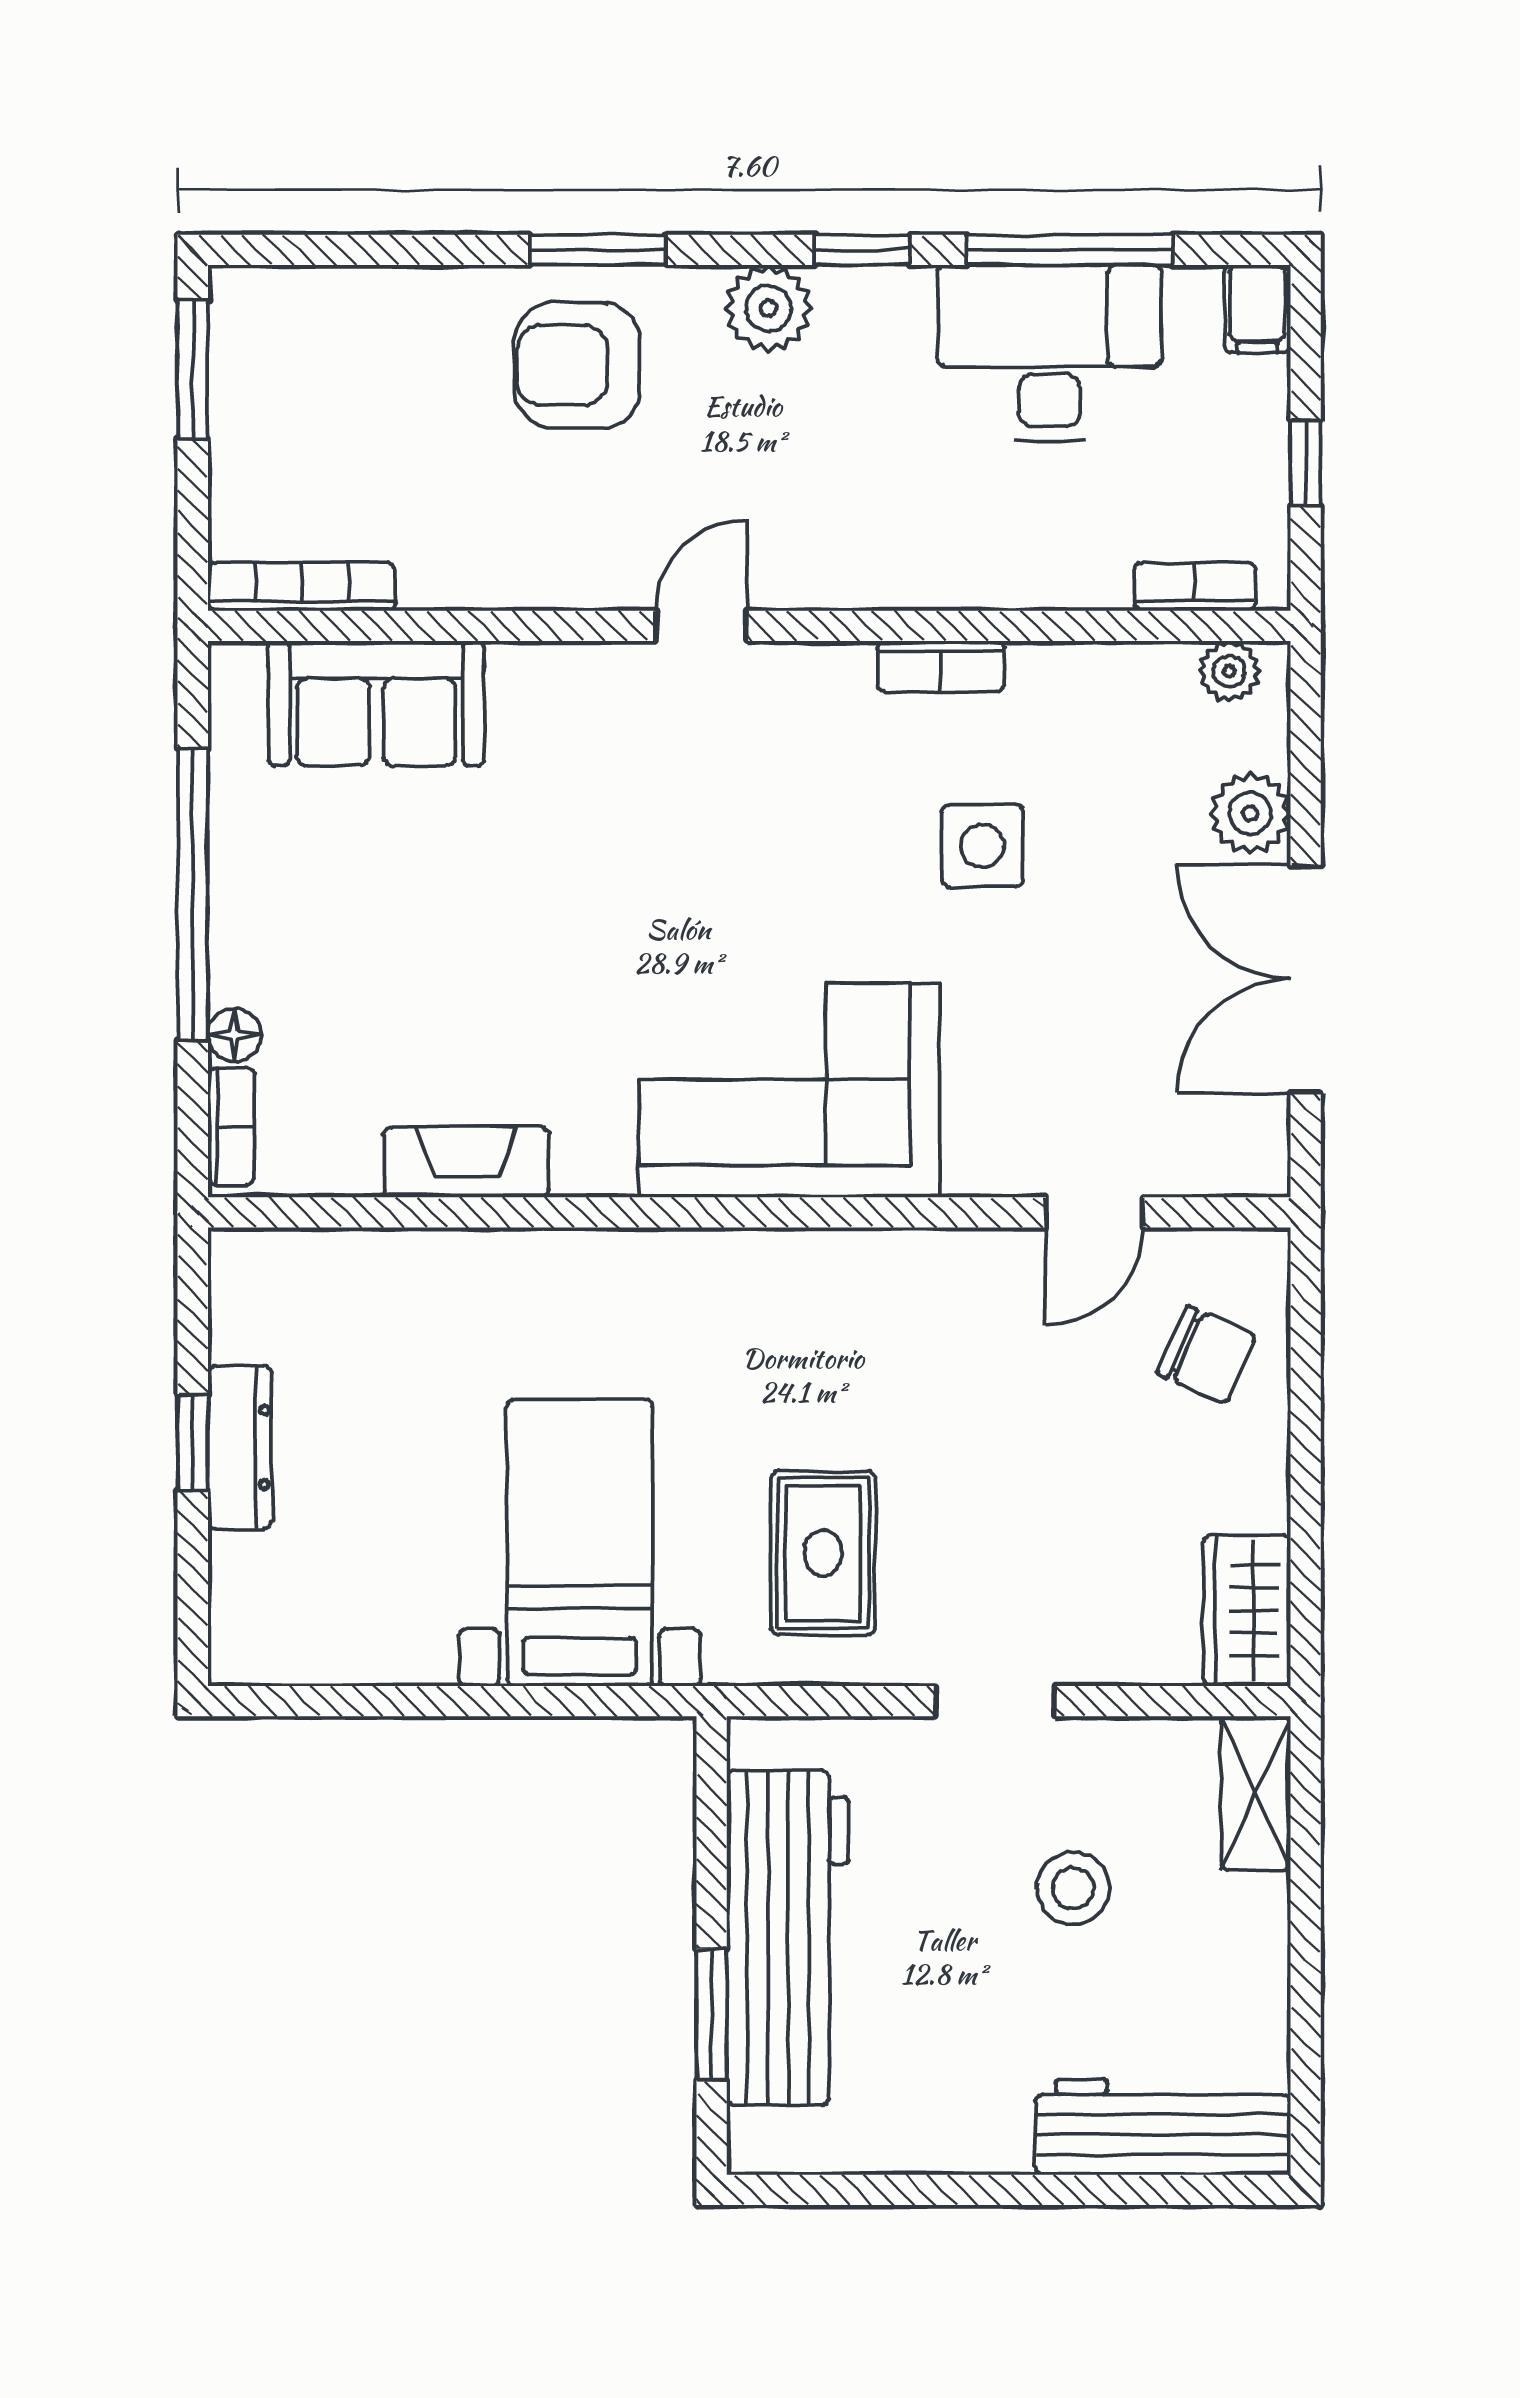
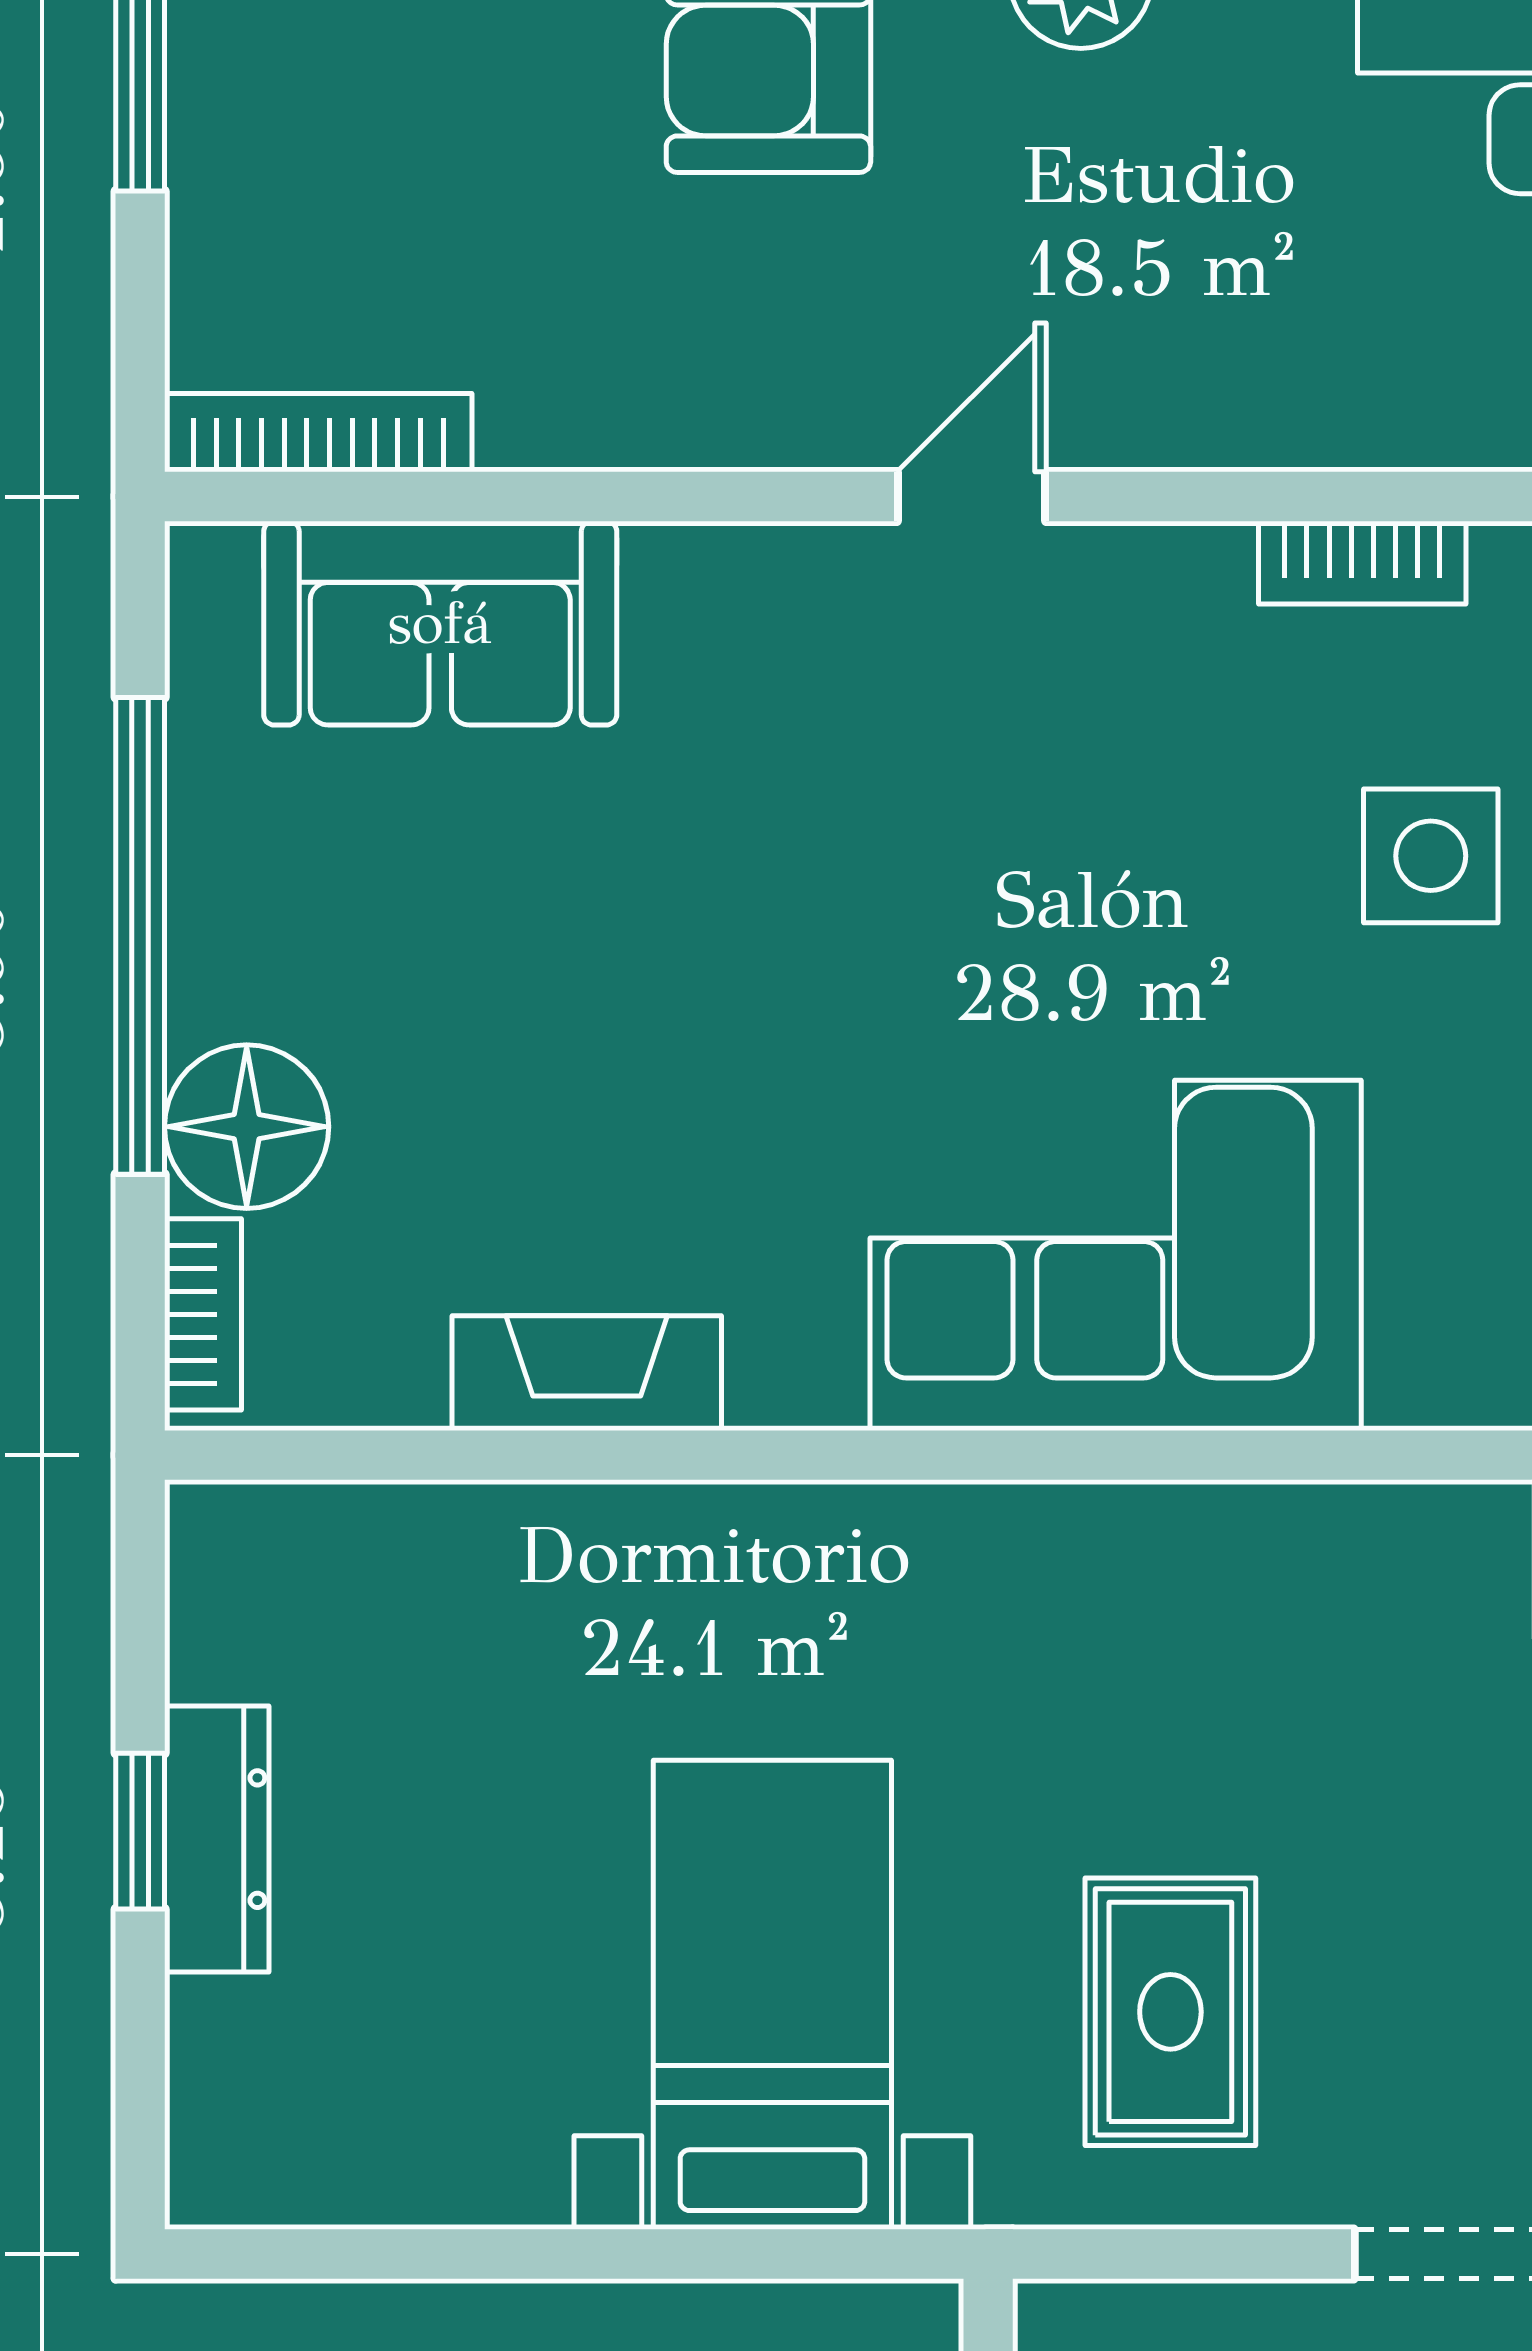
floor lamp: (234, 1035) -> (247, 1127), width x1.89, depth x1.89

